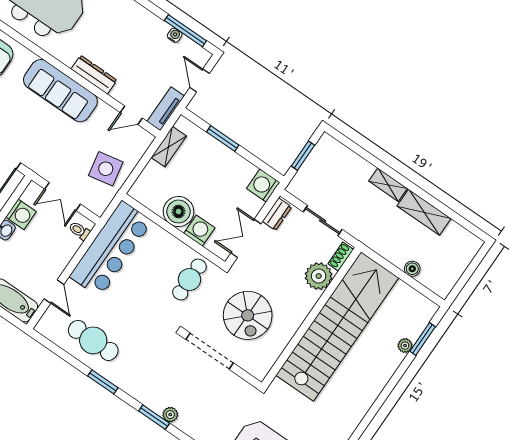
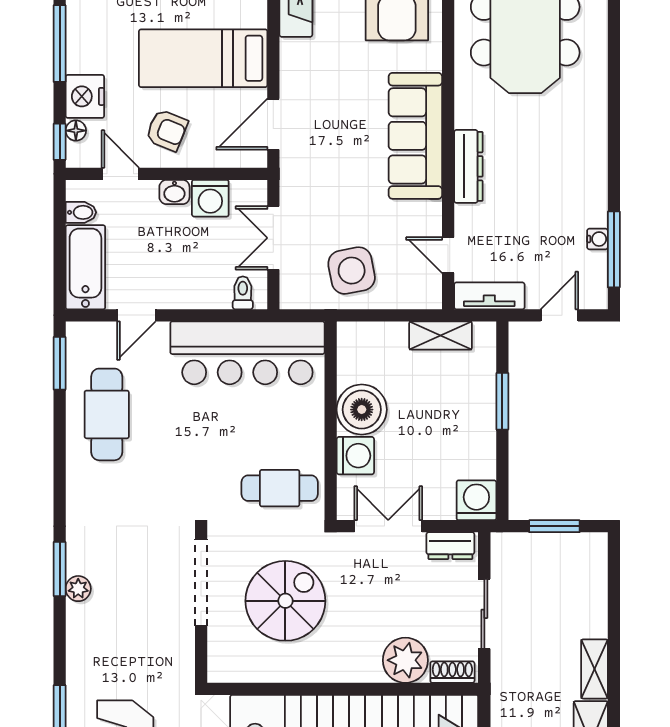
spiral stairs: (248, 315) -> (285, 601), turned 180
window: (103, 382) -> (60, 363), moved

